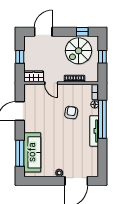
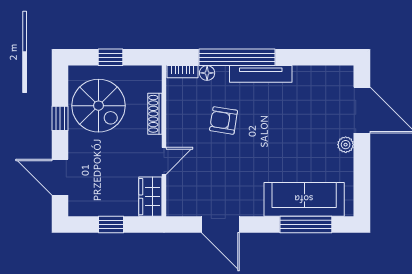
window: (82, 32) -> (60, 118), moved

